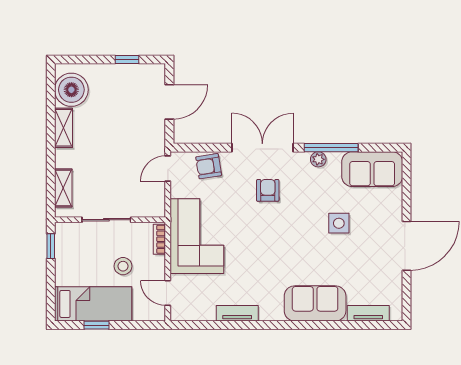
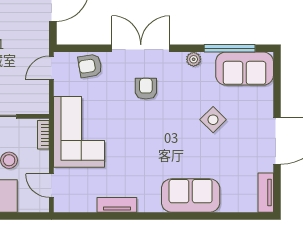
window: (331, 148) -> (230, 48), moved
side table: (339, 223) -> (213, 120), turned 45
tv unit: (368, 313) -> (266, 193), moved, turned -90

